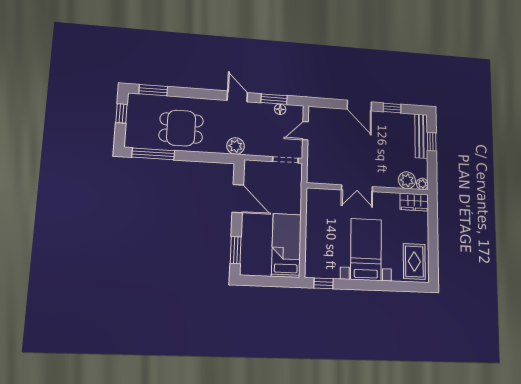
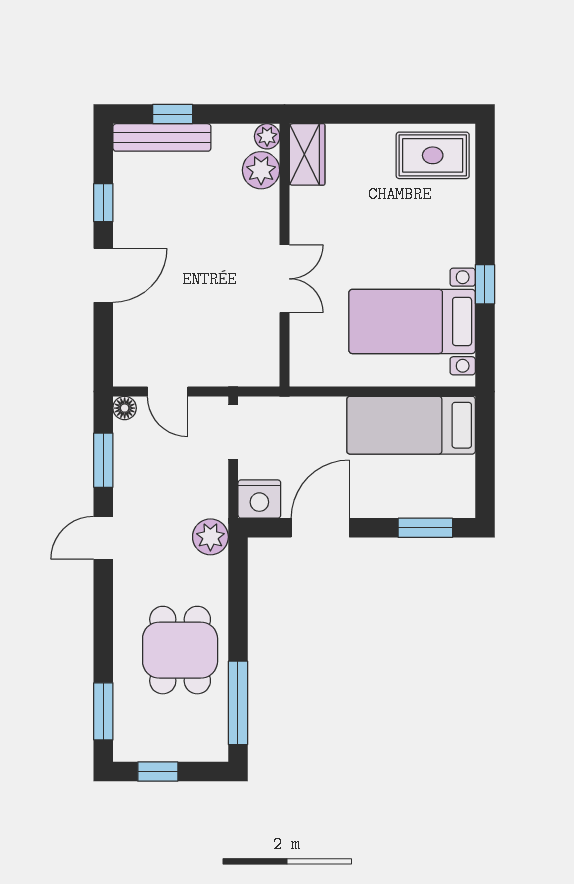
floor lamp: (280, 109) -> (125, 408), moved
nightstand: (253, 170) -> (259, 499), added
bed with nightstands: (366, 249) -> (412, 321), moved
window: (323, 283) -> (485, 284), moved

